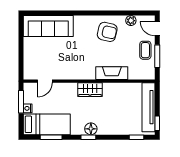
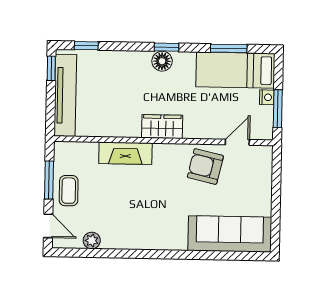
armchair: (107, 32) -> (205, 167), moved

